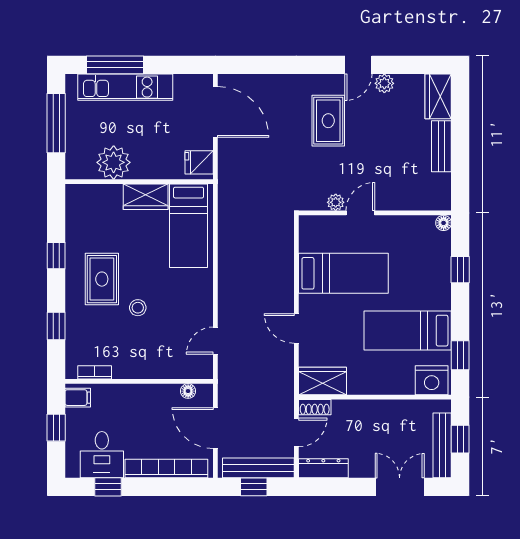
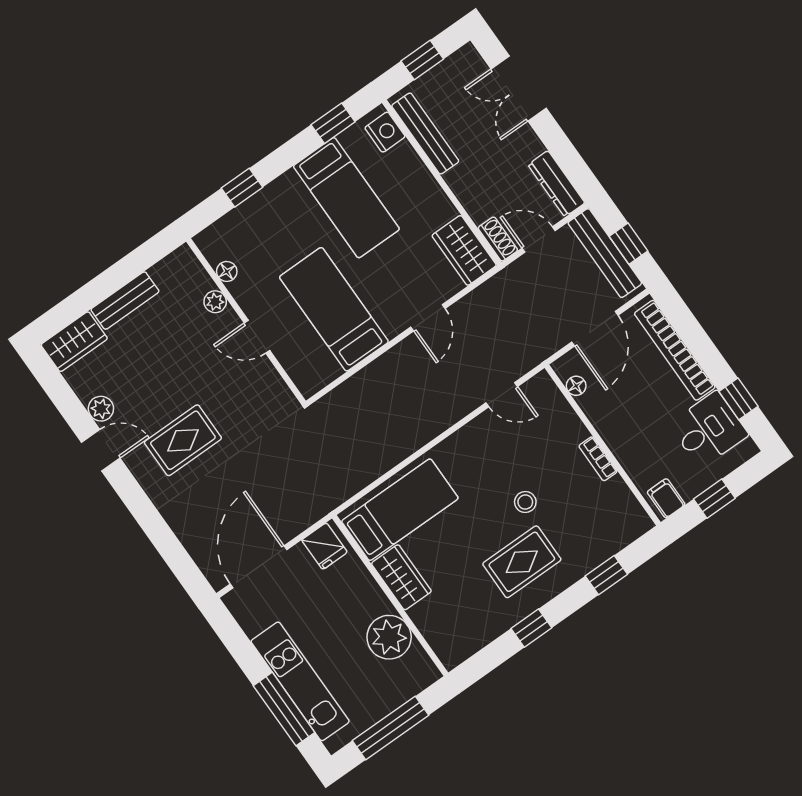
plant: (336, 202) -> (215, 302), moved
floor lamp: (444, 223) -> (227, 271), moved
bookcase: (95, 372) -> (598, 459), moved
nightstand: (432, 380) -> (385, 132), width x0.74, depth x0.75
bench: (442, 445) -> (425, 133), moved, turned 90

